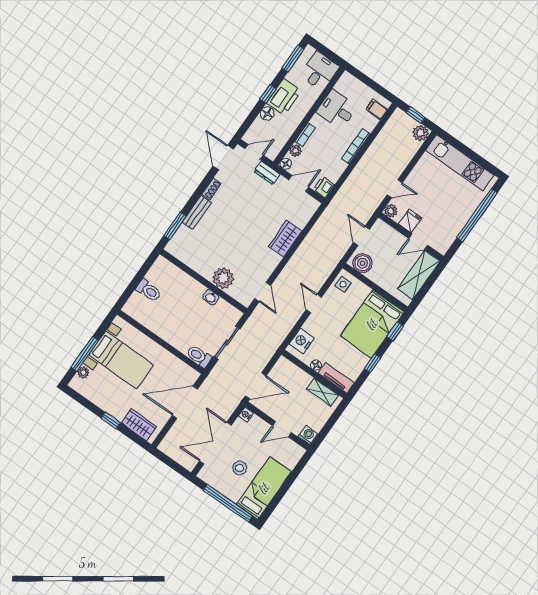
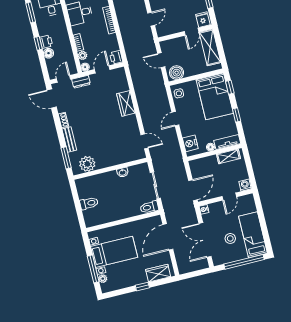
printer: (284, 97) -> (46, 42), width x0.53, depth x0.68
plant: (391, 211) -> (161, 32), removed
fridge: (410, 221) -> (203, 20), moved
plant: (223, 278) -> (87, 164), moved
door: (314, 303) -> (175, 119), hinge flipped

